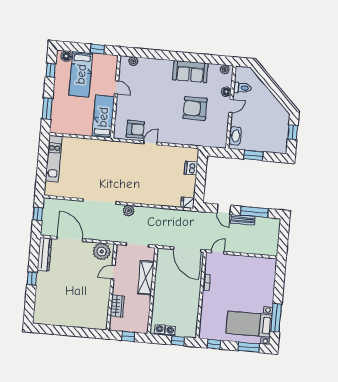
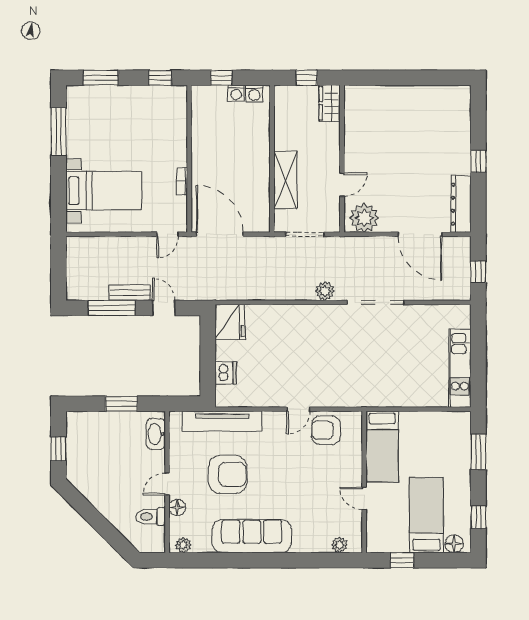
sofa: (190, 72) -> (252, 536), width x1.36
tv unit: (196, 140) -> (222, 421), added
fridge: (188, 203) -> (230, 322), width x1.88, depth x1.34
wardrobe: (117, 306) -> (330, 103), moved
bed with nightstands: (249, 324) -> (104, 191), moved

